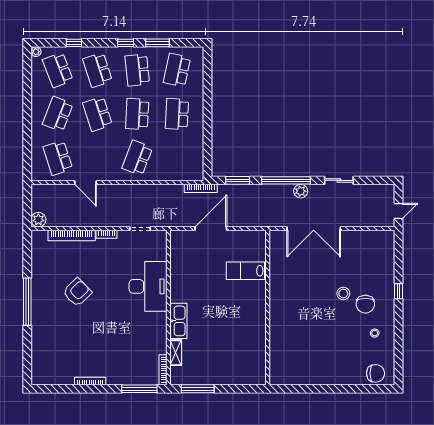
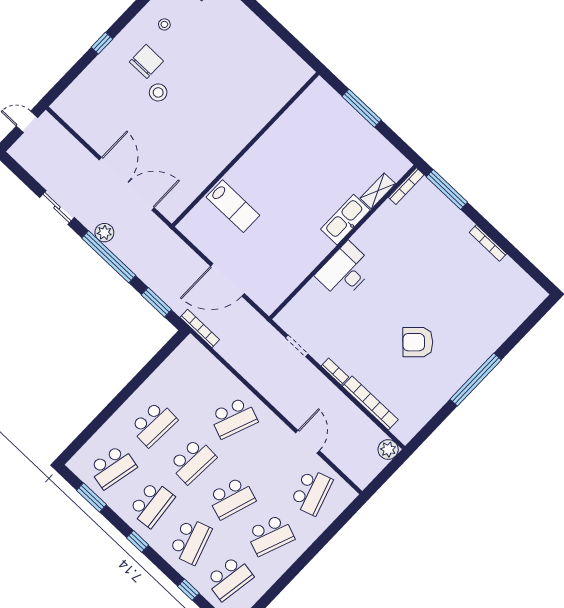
window: (157, 43) -> (92, 497), moved
school desk: (58, 70) -> (229, 578), turned 30
school desk: (98, 114) -> (232, 498), turned 36
desk: (148, 286) -> (345, 271), width x0.73, depth x0.77
window: (198, 389) -> (362, 108), moved

